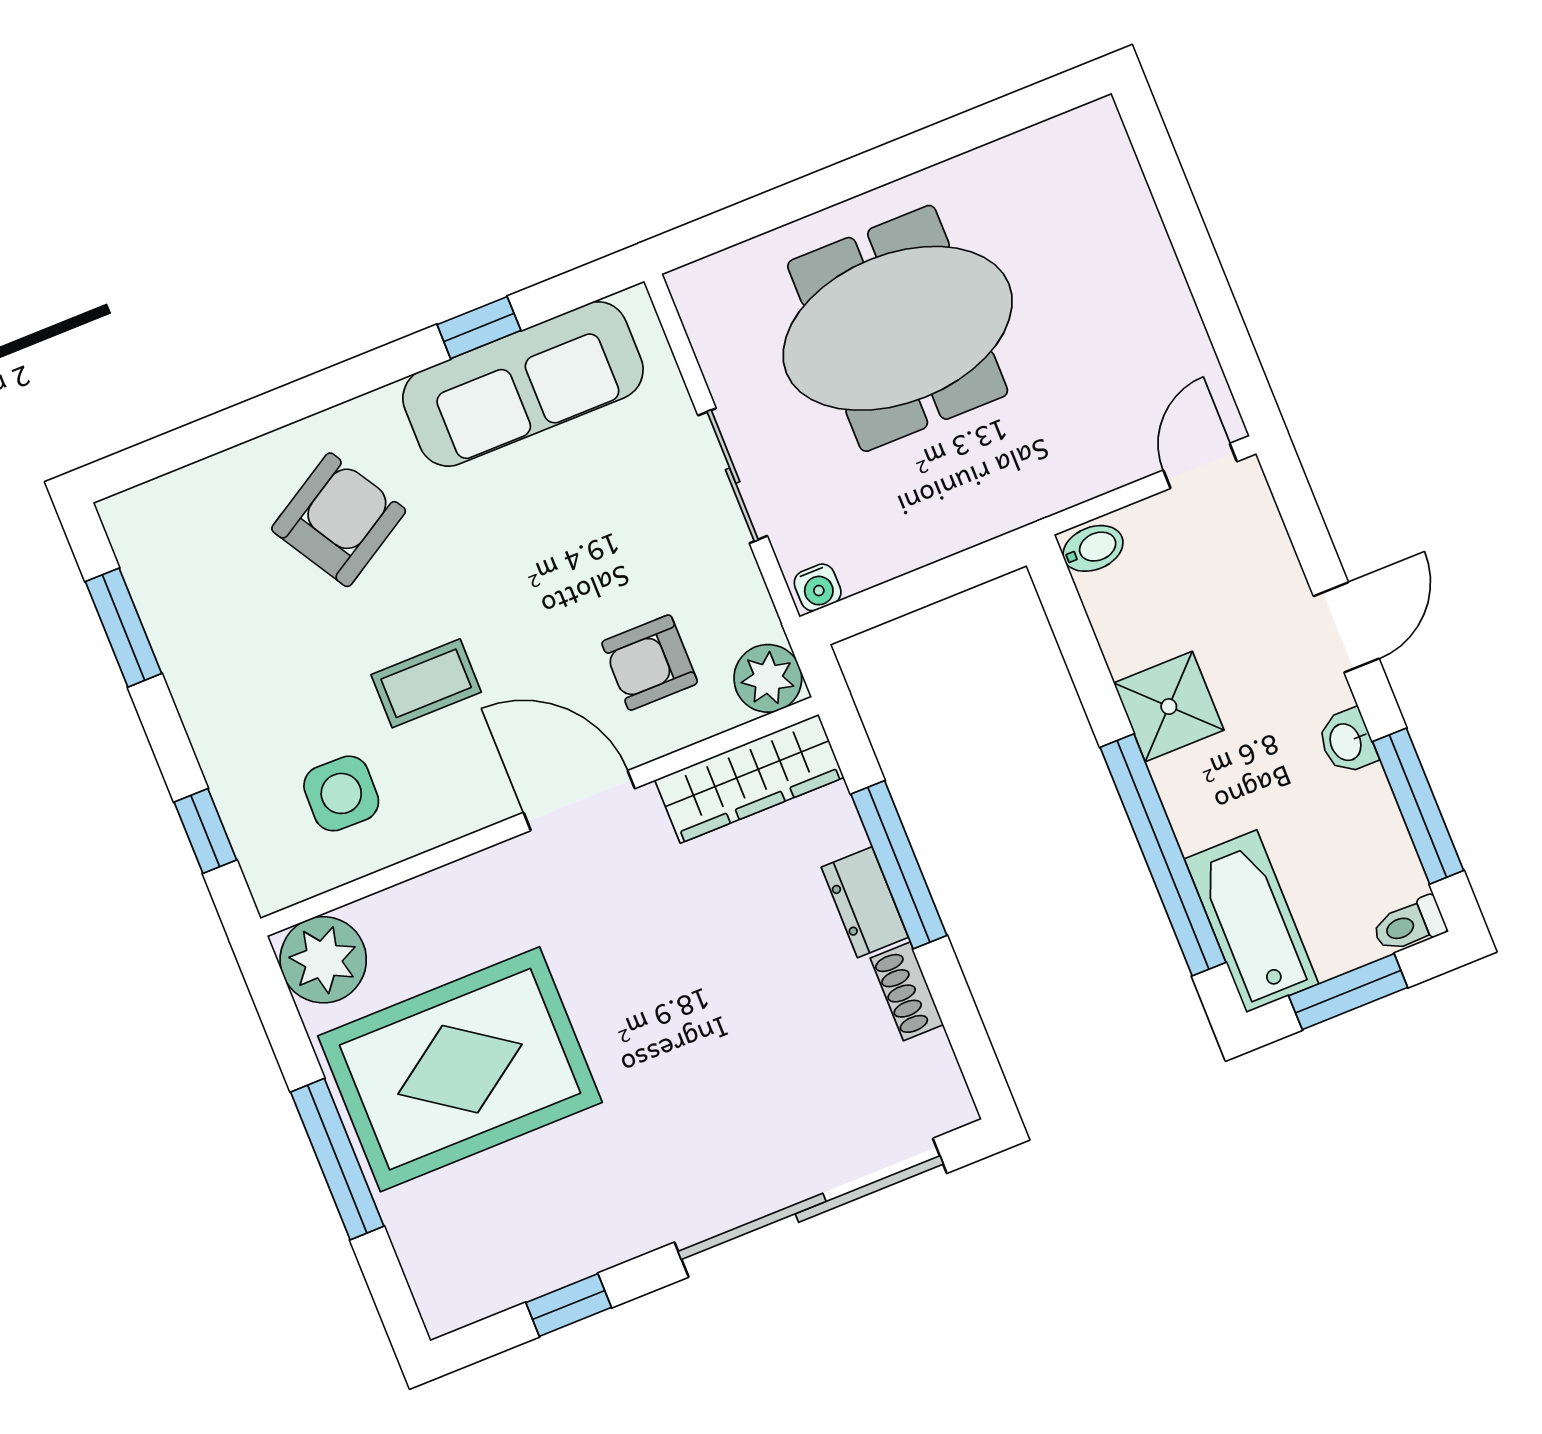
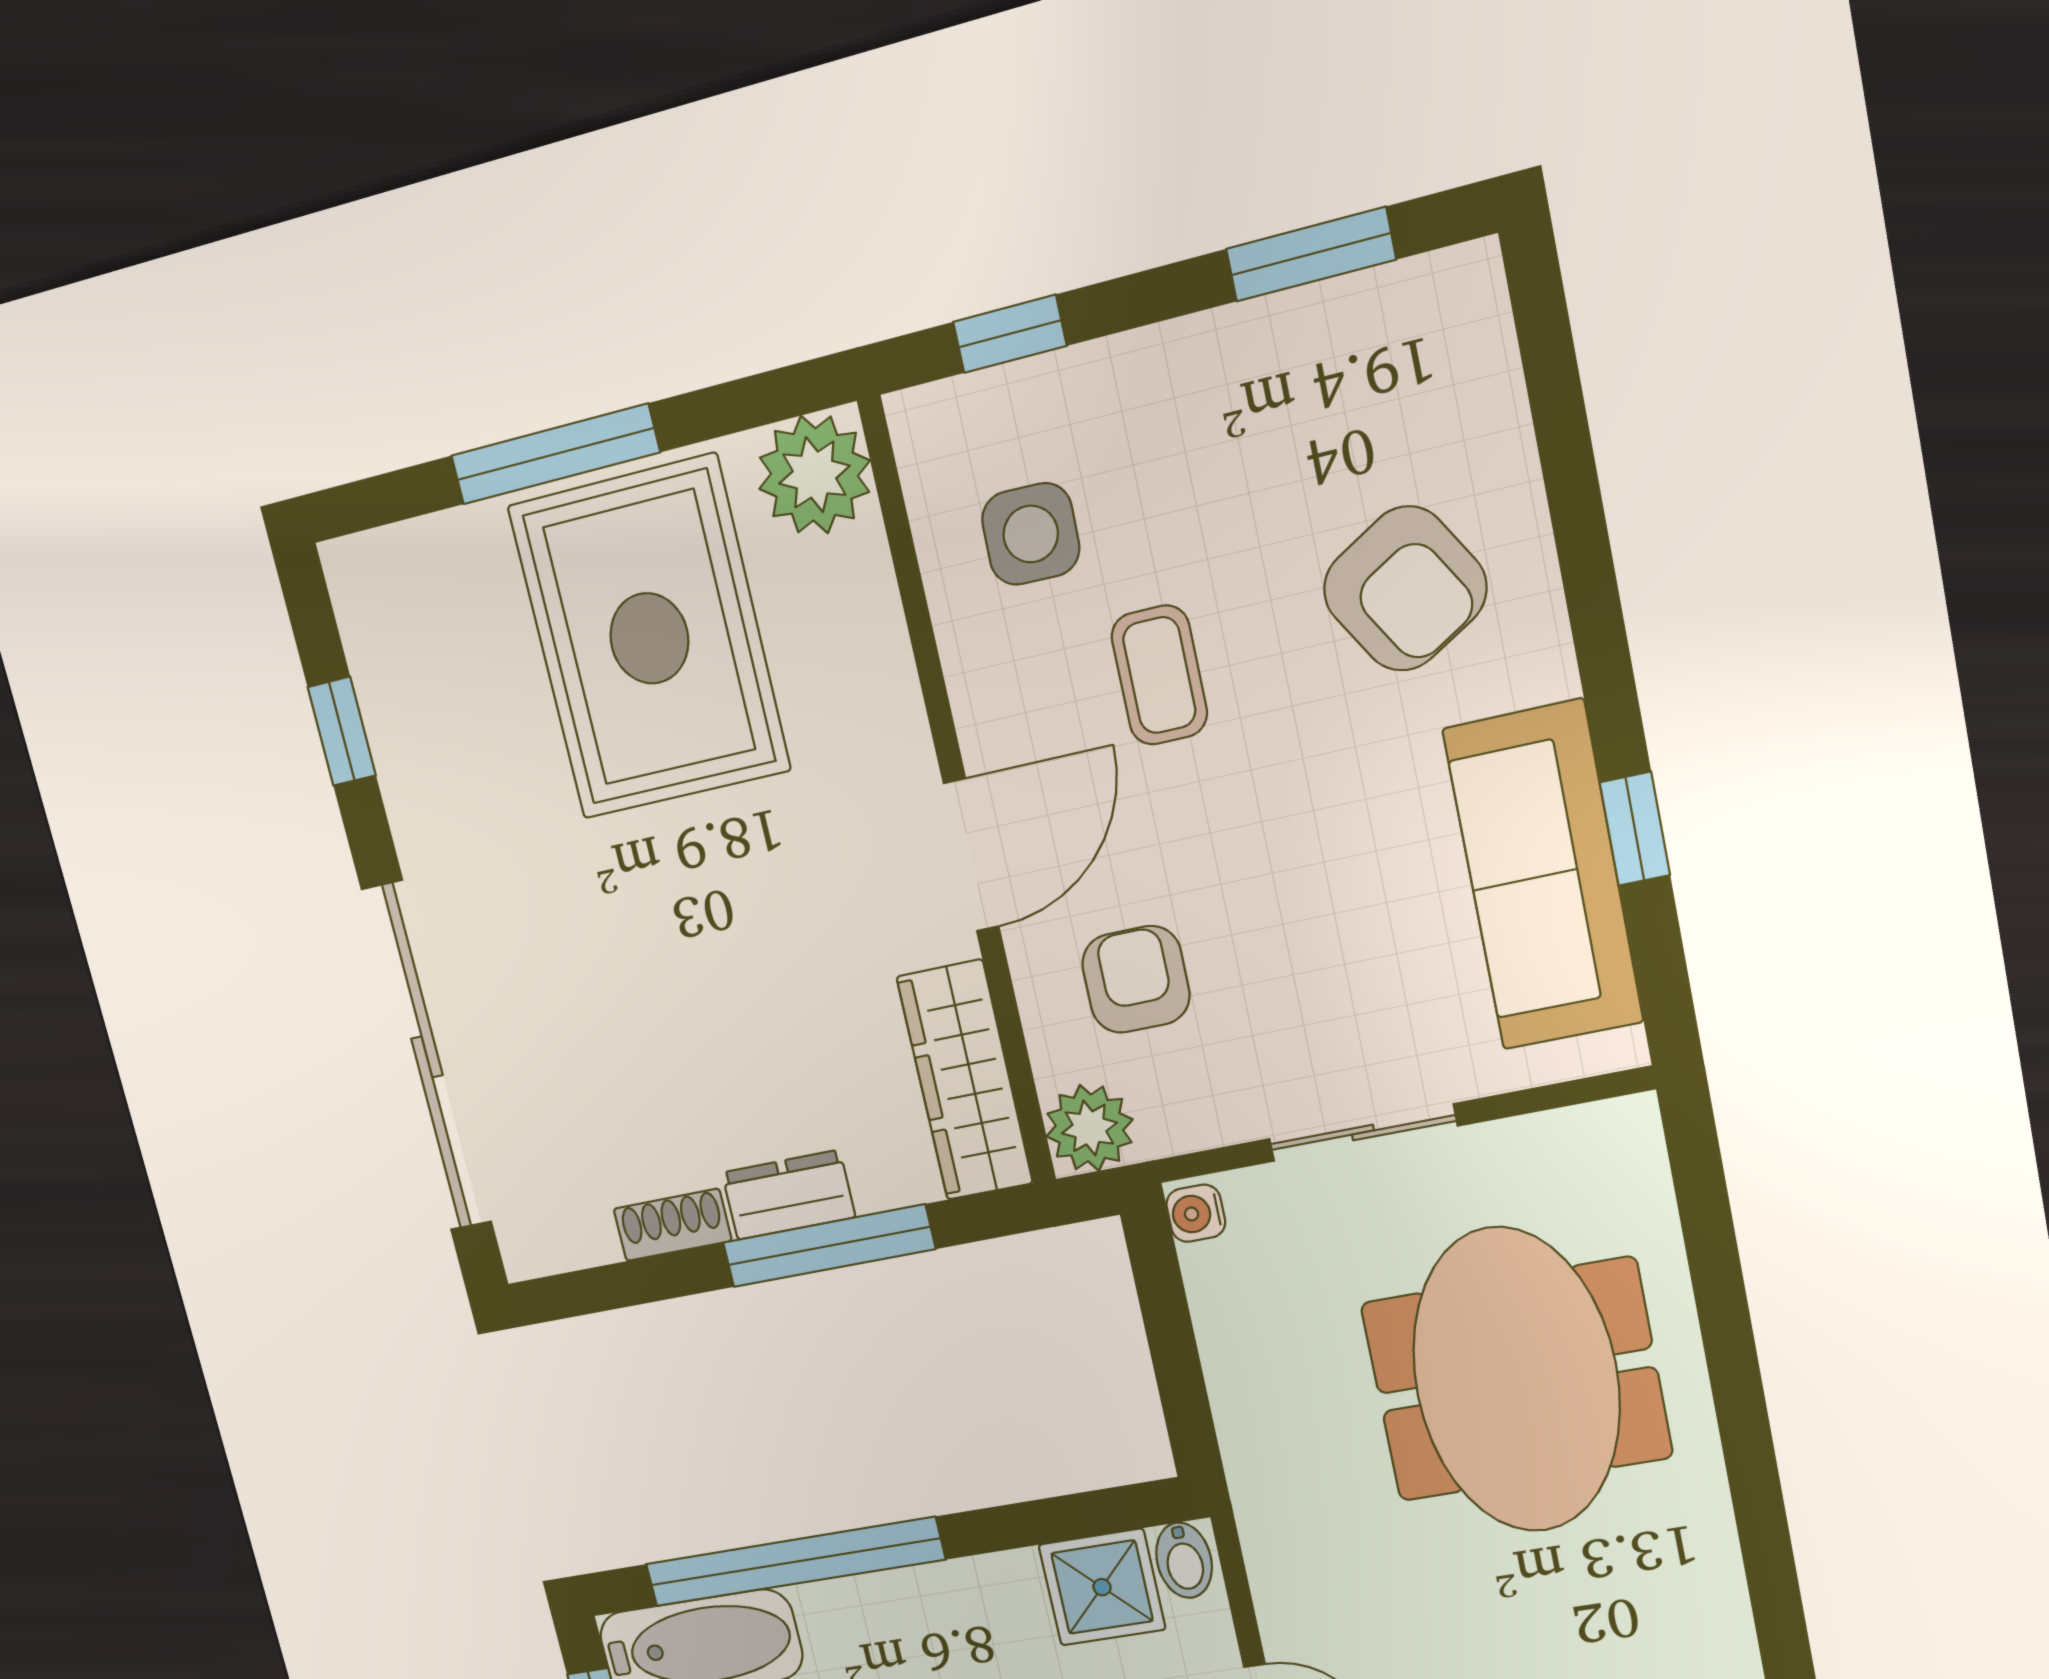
shower: (1169, 707) -> (1102, 1587), moved

